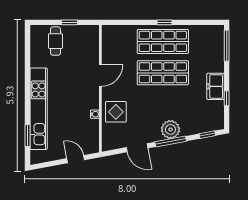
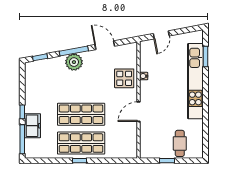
freezer: (215, 86) -> (33, 126), moved
window: (227, 98) -> (22, 112), moved
door: (76, 159) -> (161, 35), hinge flipped

